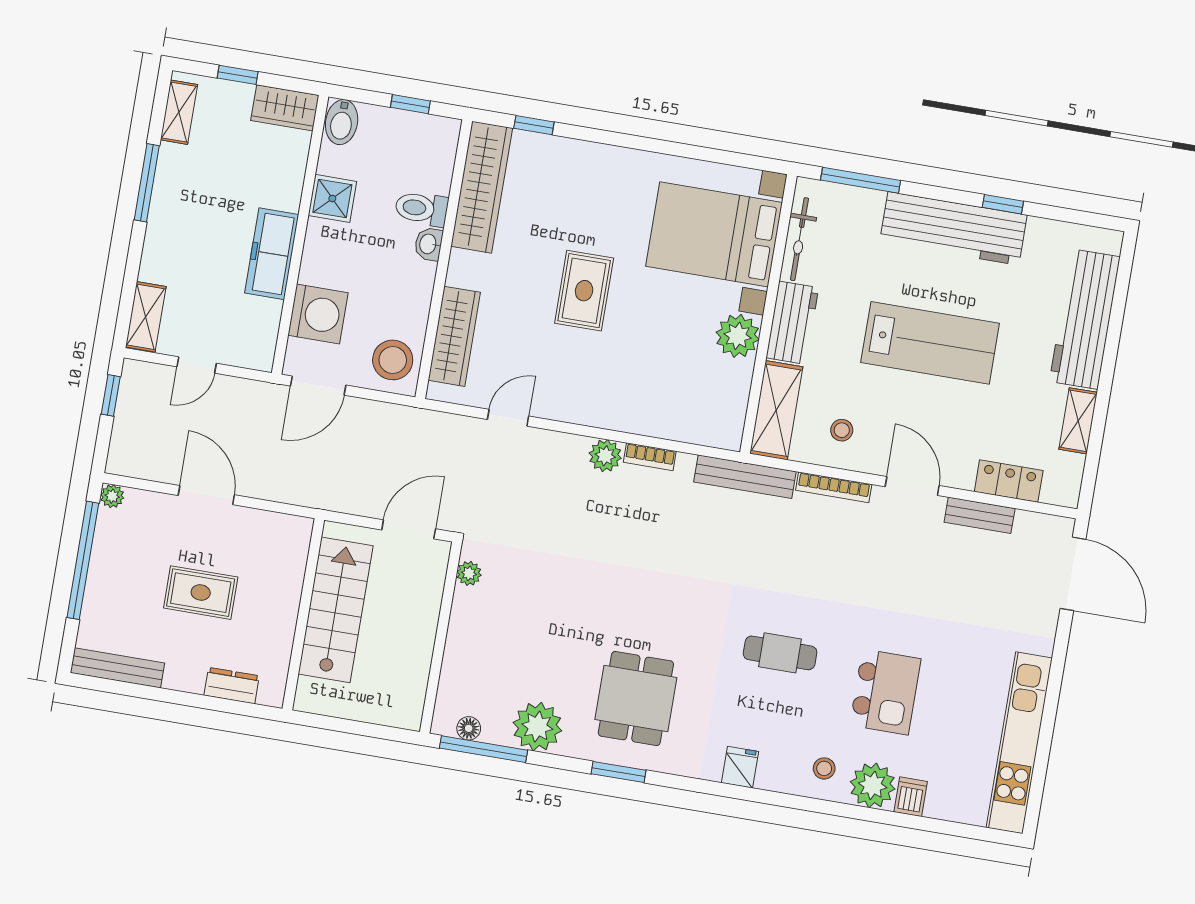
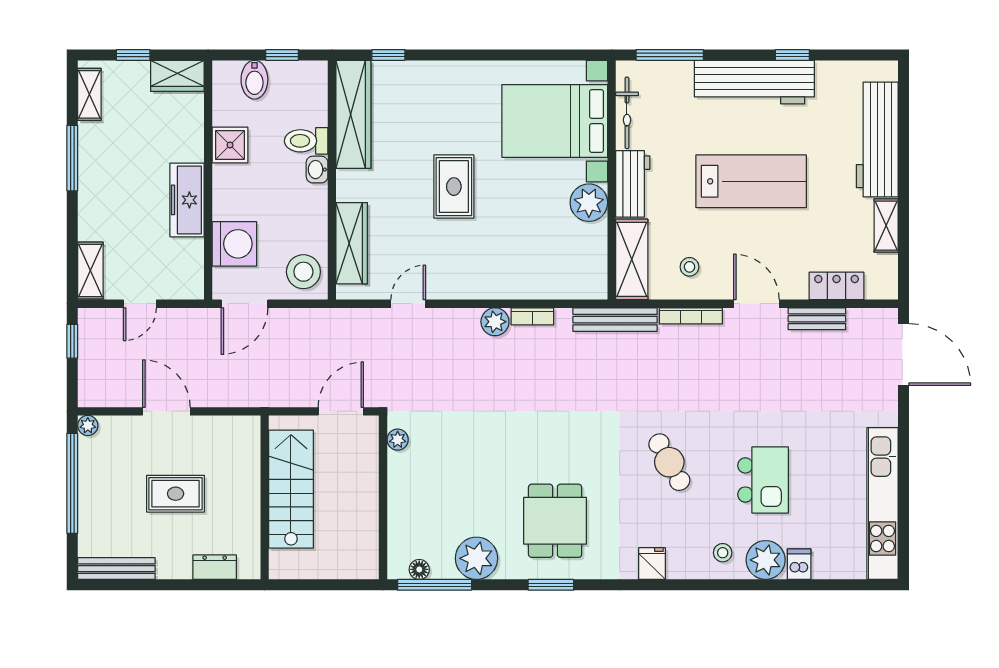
bidet: (342, 122) -> (254, 80), moved
cafe table: (780, 653) -> (669, 462), turned 61

